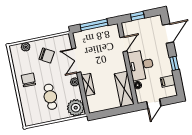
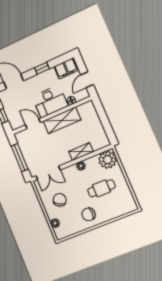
double door: (76, 60) -> (48, 173), moved
filing cabinet: (168, 81) -> (66, 68), width x2.00
shelving: (124, 89) -> (62, 120), moved
door: (154, 104) -> (87, 80), swing flipped

